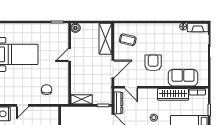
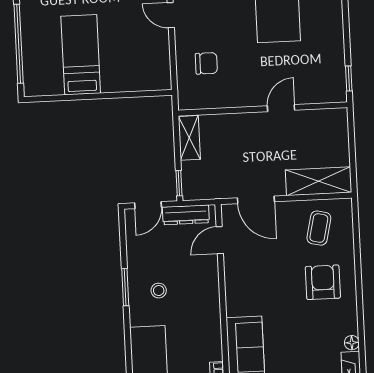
boiler: (75, 28) -> (338, 118), removed
door: (70, 55) -> (281, 108), hinge flipped
armchair: (153, 63) -> (323, 282), moved, turned -90
wardrobe: (173, 94) -> (209, 328), removed

